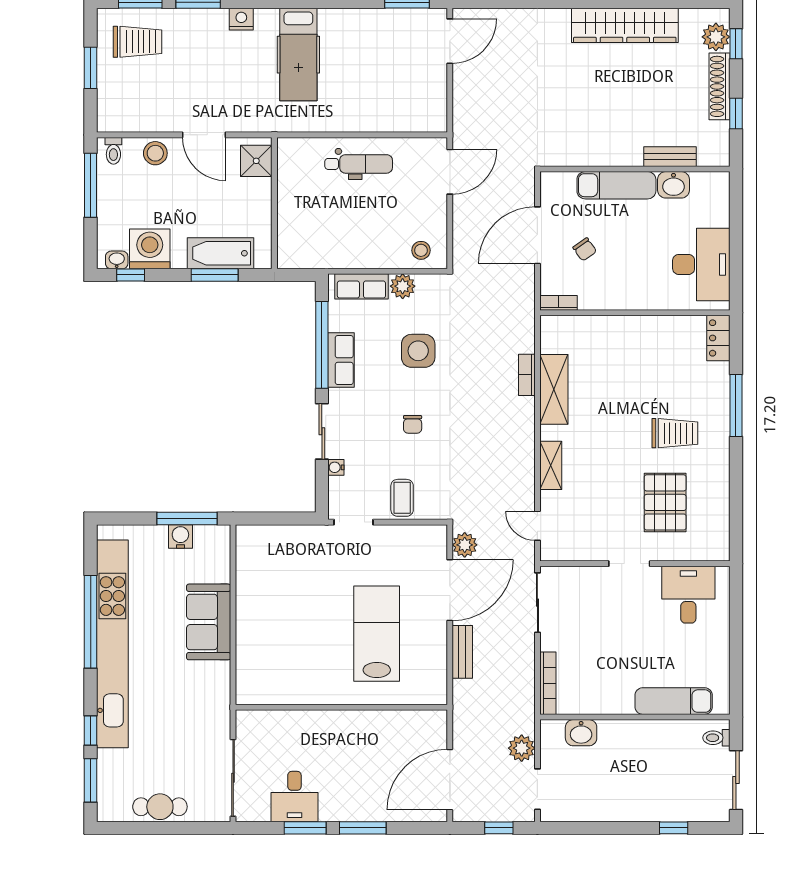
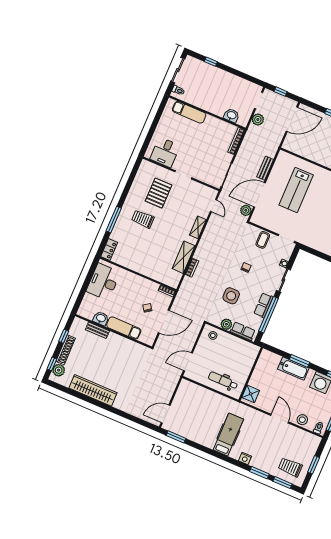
shower: (256, 161) -> (251, 394), moved
wall: (274, 203) -> (251, 374), moved

